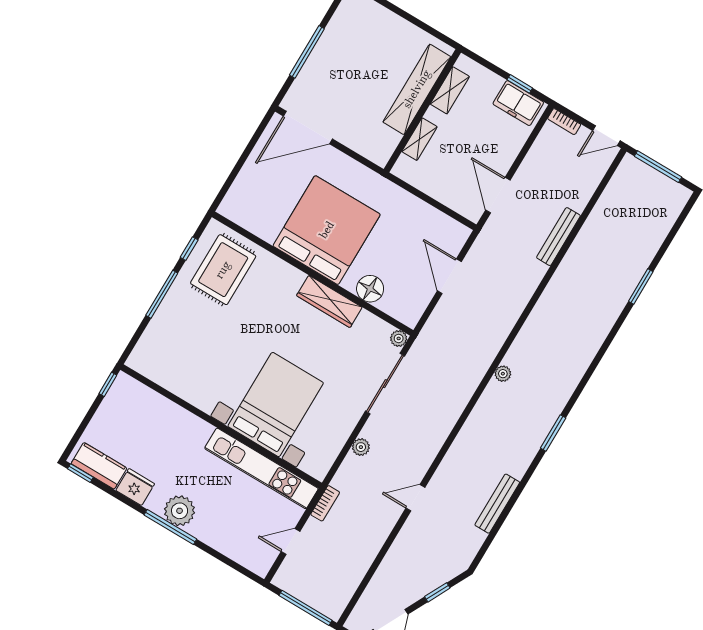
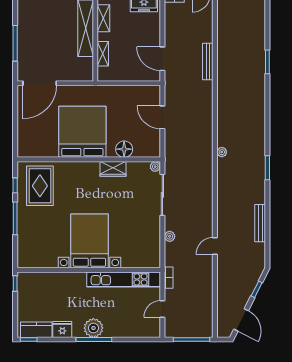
wardrobe: (329, 301) -> (113, 169), width x0.67
bed with nightstands: (276, 405) -> (89, 241), moved

